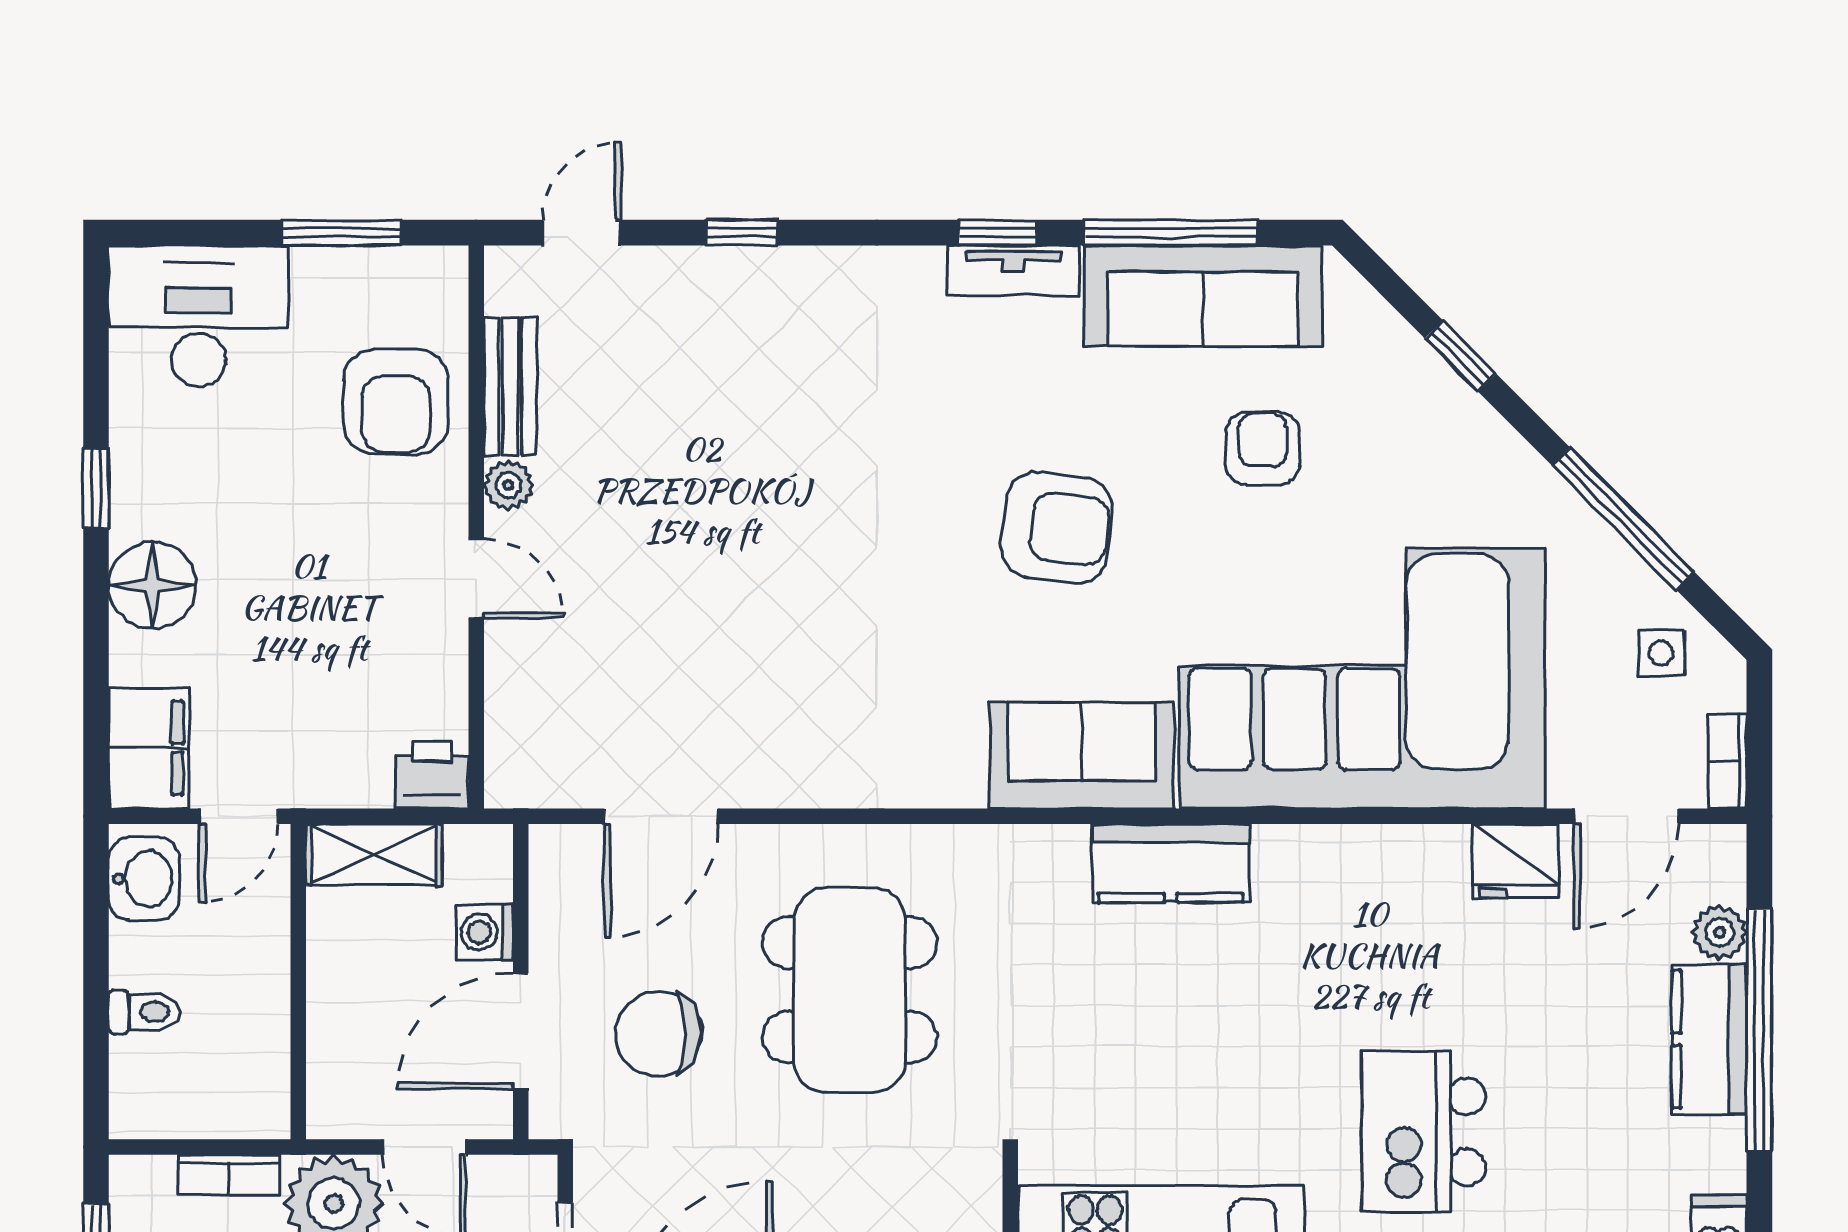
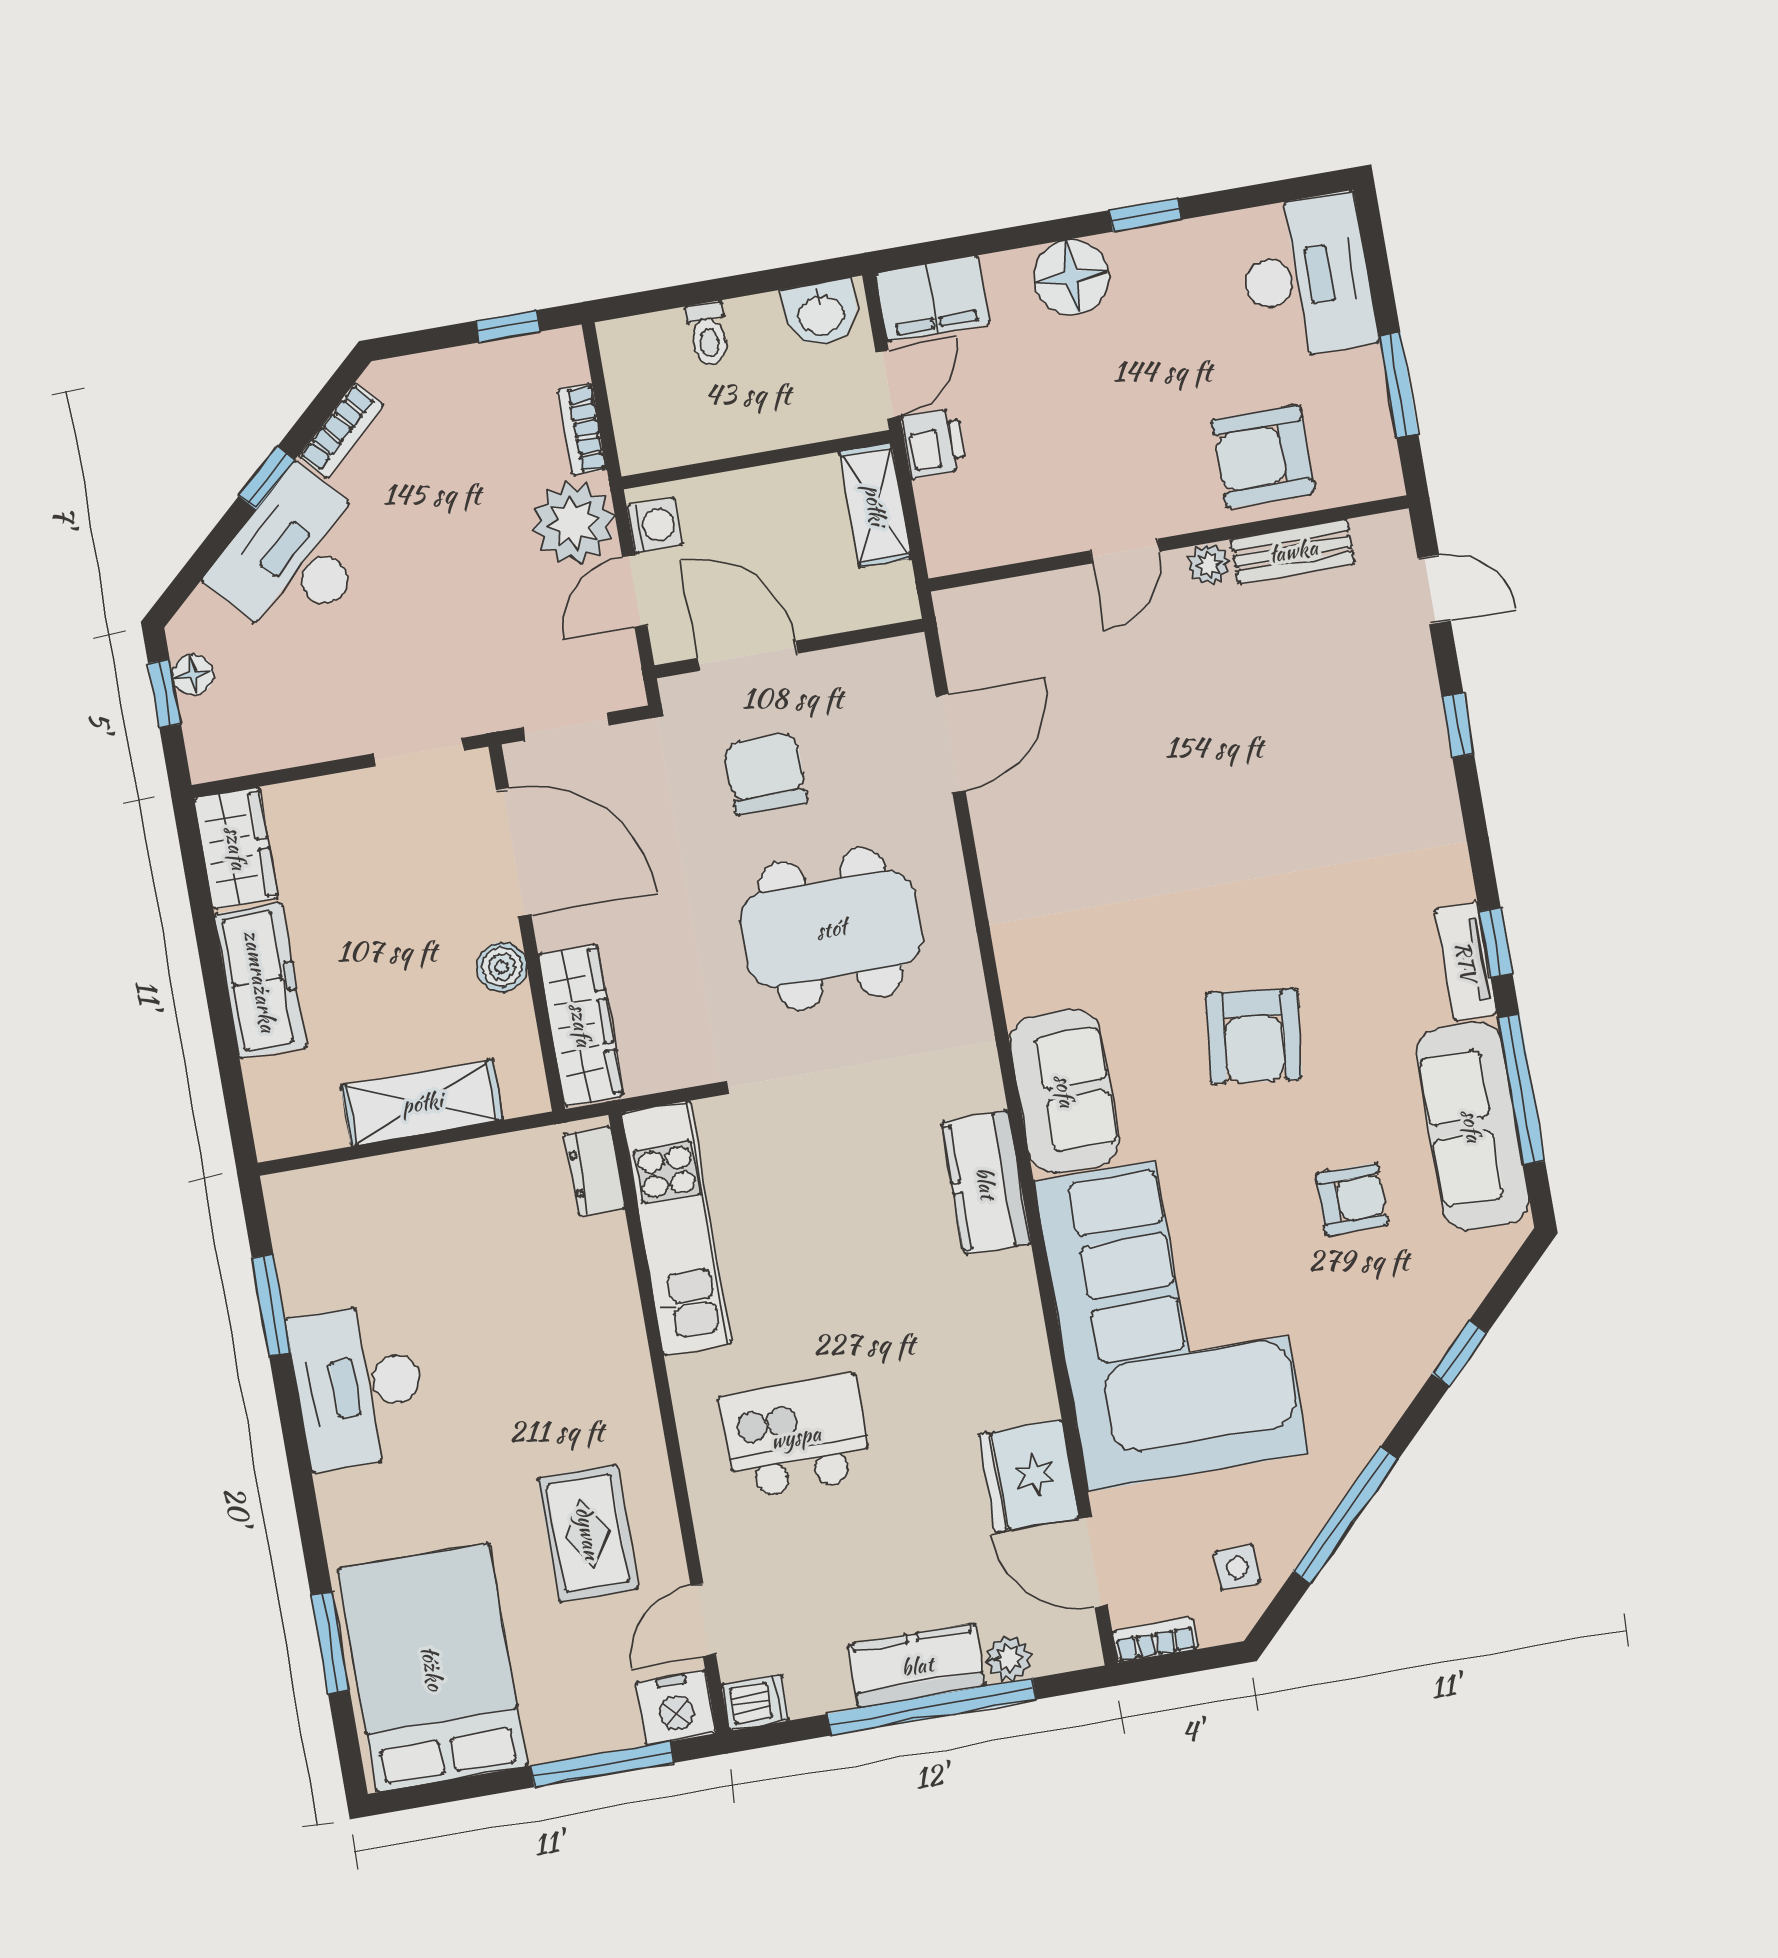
printer: (432, 775) -> (934, 443), moved
door: (238, 816) -> (888, 384), swing flipped
door: (661, 816) -> (951, 743), swing flipped
fridge: (1515, 861) -> (1029, 1476), width x1.36, depth x1.34
washing machine: (485, 932) -> (655, 525), moved, turned 90

